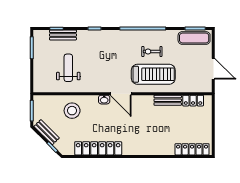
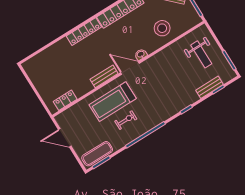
weight bench: (68, 68) -> (201, 54), moved
bench: (168, 100) -> (104, 76), moved
locker: (192, 149) -> (84, 32), moved

